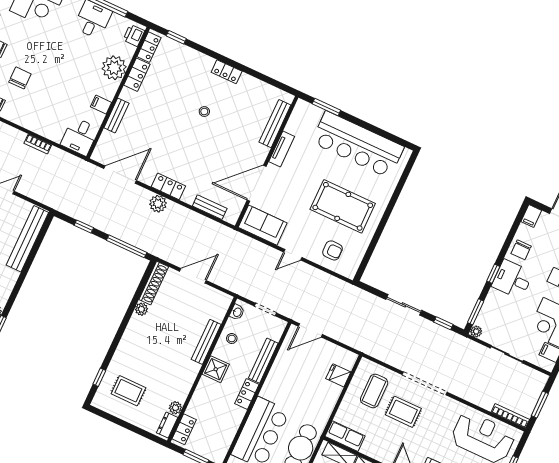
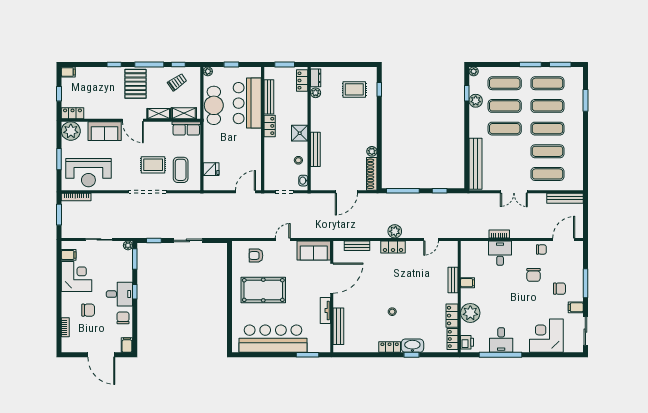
window: (176, 37) -> (411, 355), moved
washbasin: (199, 61) -> (412, 346), added
desk: (80, 136) -> (500, 253), moved
door: (120, 175) -> (431, 239), width x0.53
bench: (263, 361) -> (269, 97), moved

